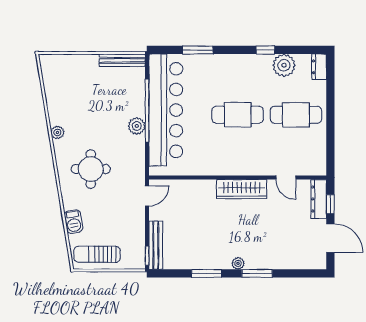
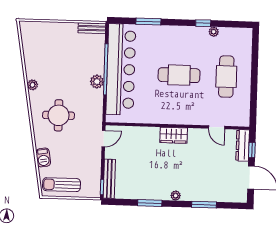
bench: (122, 60) -> (92, 28), width x0.73
plant: (284, 65) -> (214, 32), width x0.53, depth x0.53
dresser: (319, 67) -> (246, 38), removed
cafe table: (296, 115) -> (226, 77), turned 90
wardrobe: (242, 189) -> (174, 135), width x0.67
window: (257, 273) -> (204, 205), moved

